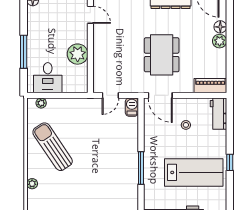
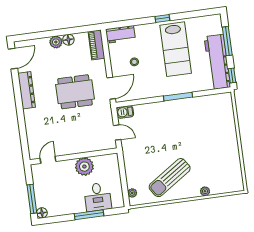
floor lamp: (220, 27) -> (68, 40), moved
desk: (48, 78) -> (98, 197), moved, turned 90
lab bench: (194, 172) -> (176, 49), turned 180

